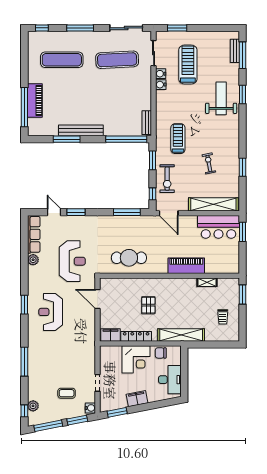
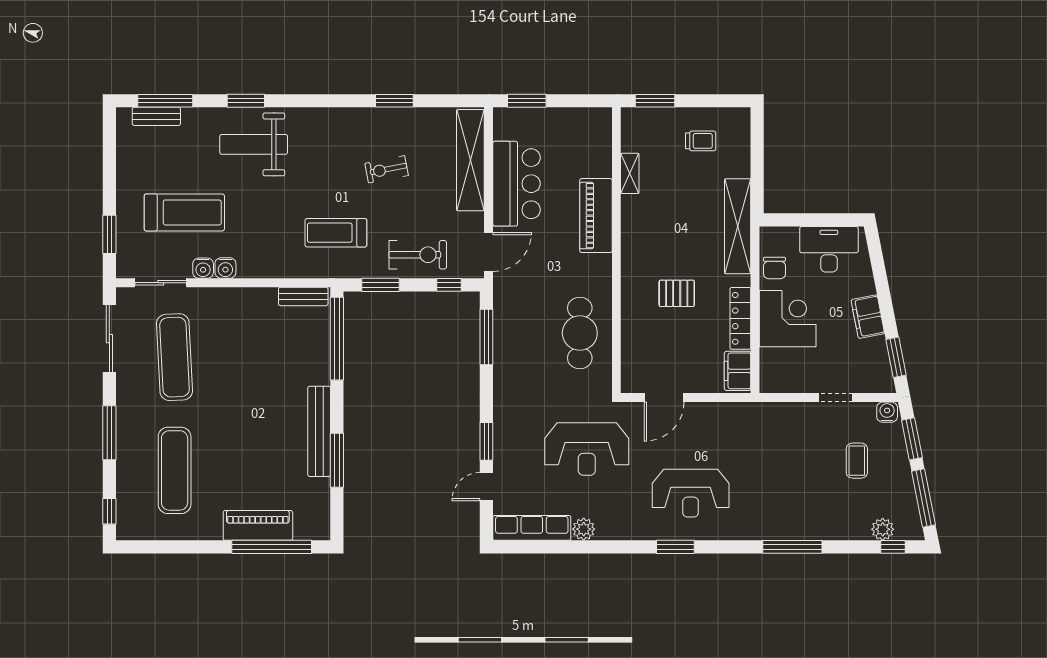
treadmill: (188, 65) -> (184, 212), turned 180
bar counter: (218, 227) -> (517, 184), moved
reception desk: (72, 261) -> (587, 449), turned 180

